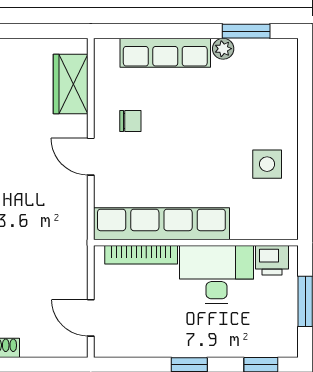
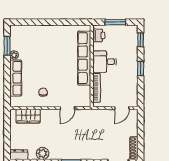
door: (91, 157) -> (67, 108), moved
side table: (267, 164) -> (60, 37), removed
row of seats: (161, 224) -> (84, 58), moved
desk: (217, 275) -> (105, 62), width x0.73

